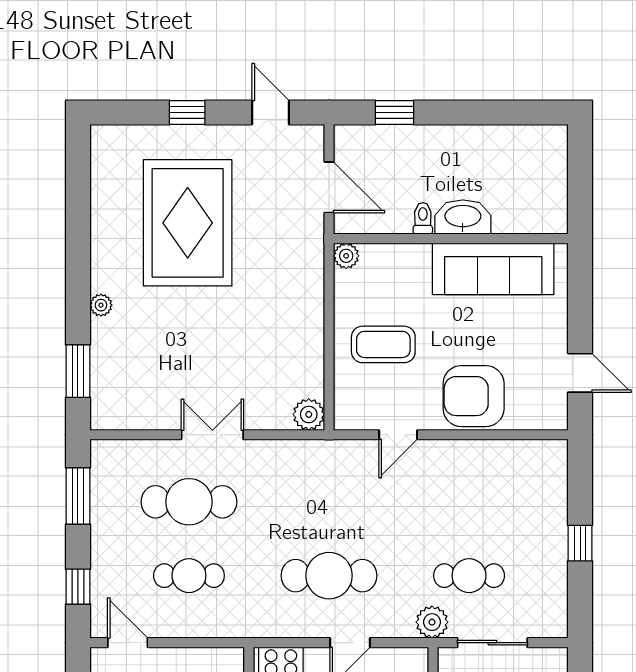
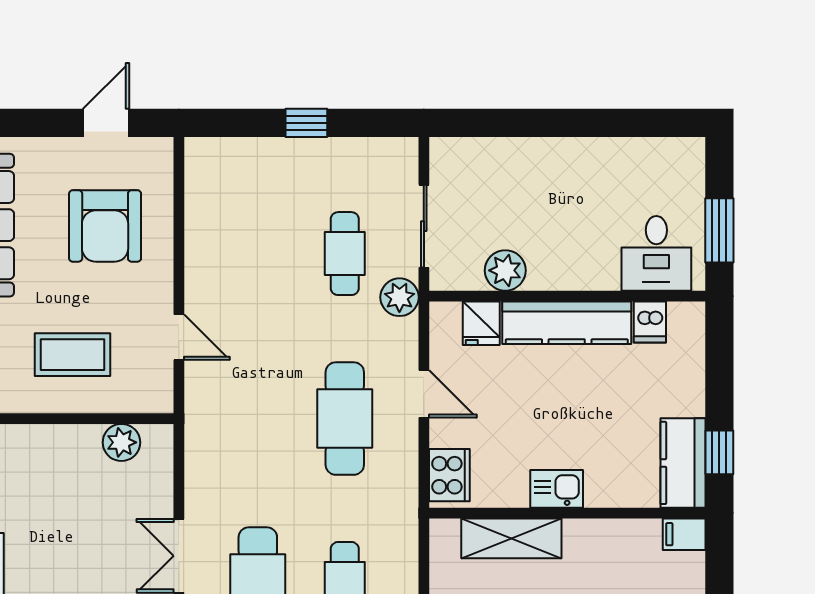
coffee table: (383, 344) -> (72, 355), turned 90
armchair: (474, 396) -> (105, 226), moved
plant: (309, 414) -> (121, 442), moved

